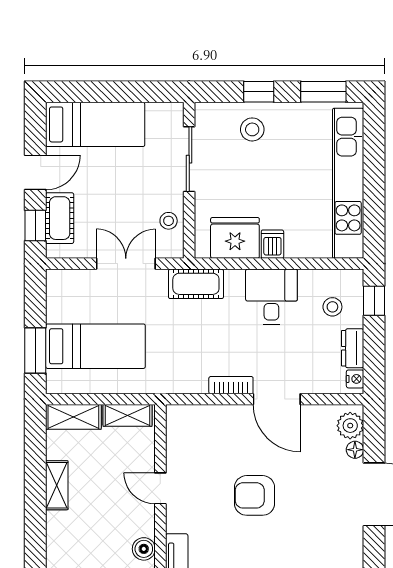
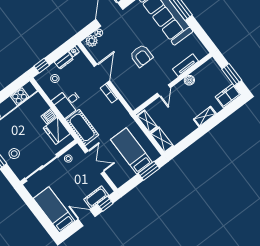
sliding door: (189, 159) -> (41, 168), width x1.37
double door: (126, 264) -> (95, 162), swing flipped
cot: (196, 284) -> (82, 127), width x1.37, depth x1.34
shelving: (57, 485) -> (205, 116), moved

